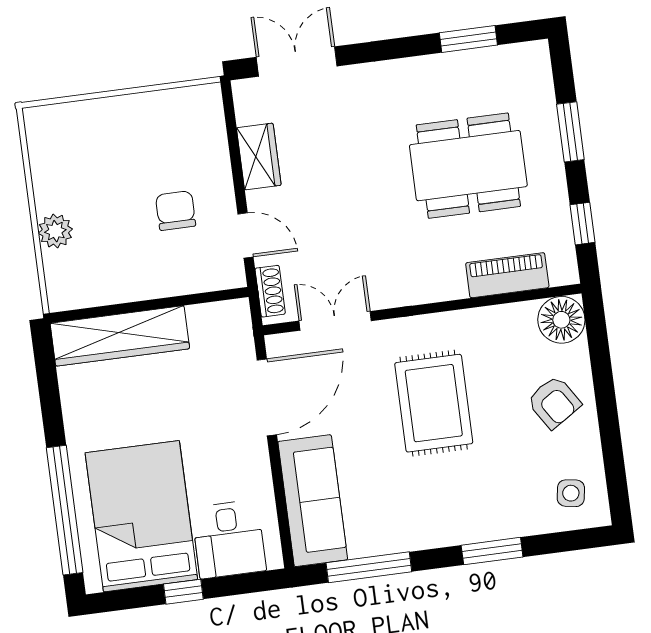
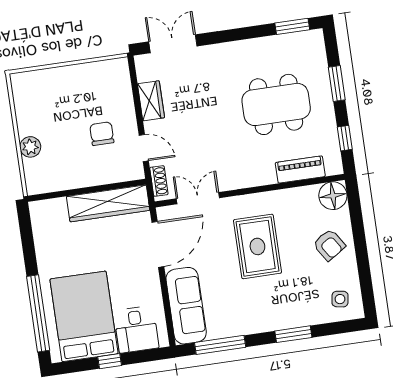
window: (468, 39) -> (292, 26), moved
wardrobe: (120, 336) -> (108, 203), moved

